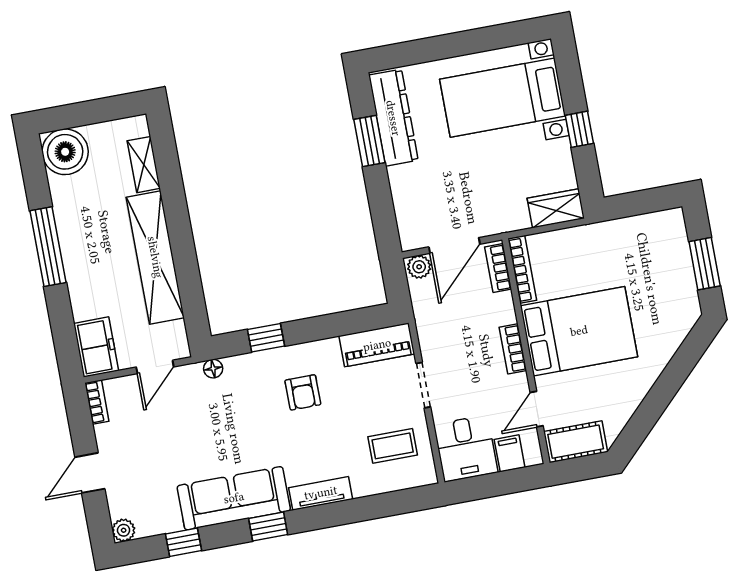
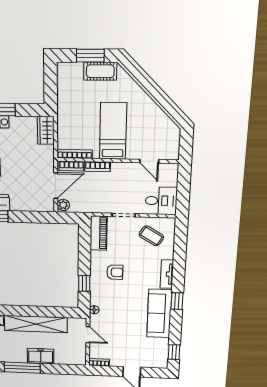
door: (454, 246) -> (56, 186), hinge flipped
bed: (579, 331) -> (113, 131), width x0.67
freezer: (96, 347) -> (41, 356), moved
bookcase: (513, 349) -> (98, 167), moved
cot: (576, 442) -> (100, 71), moved, turned 90
coffee table: (393, 446) -> (151, 236), turned -59
filing cabinet: (510, 453) -> (169, 180), removed
plant: (124, 530) -> (162, 363), removed
window: (183, 542) -> (174, 352), moved

